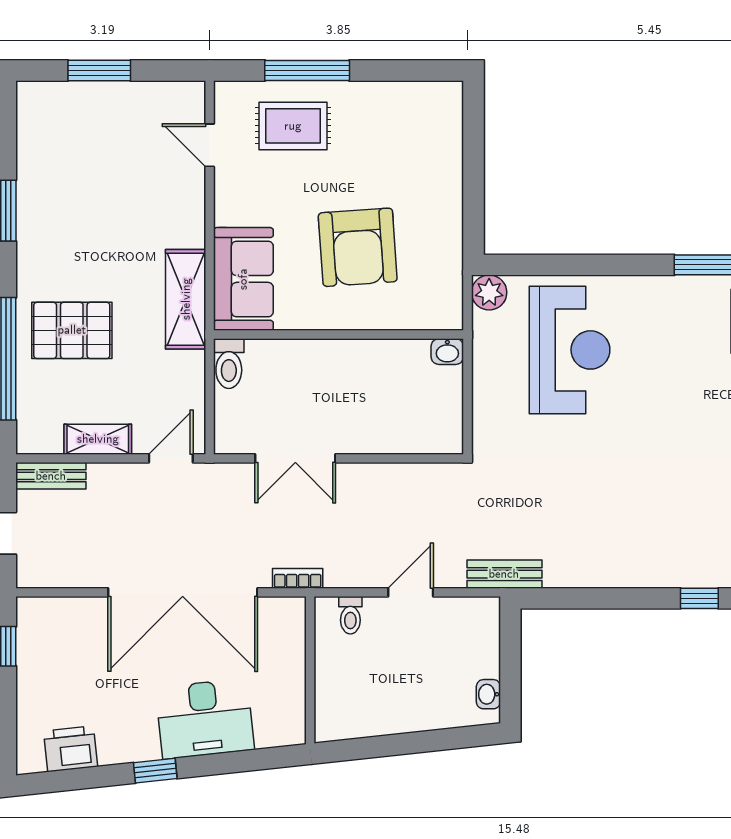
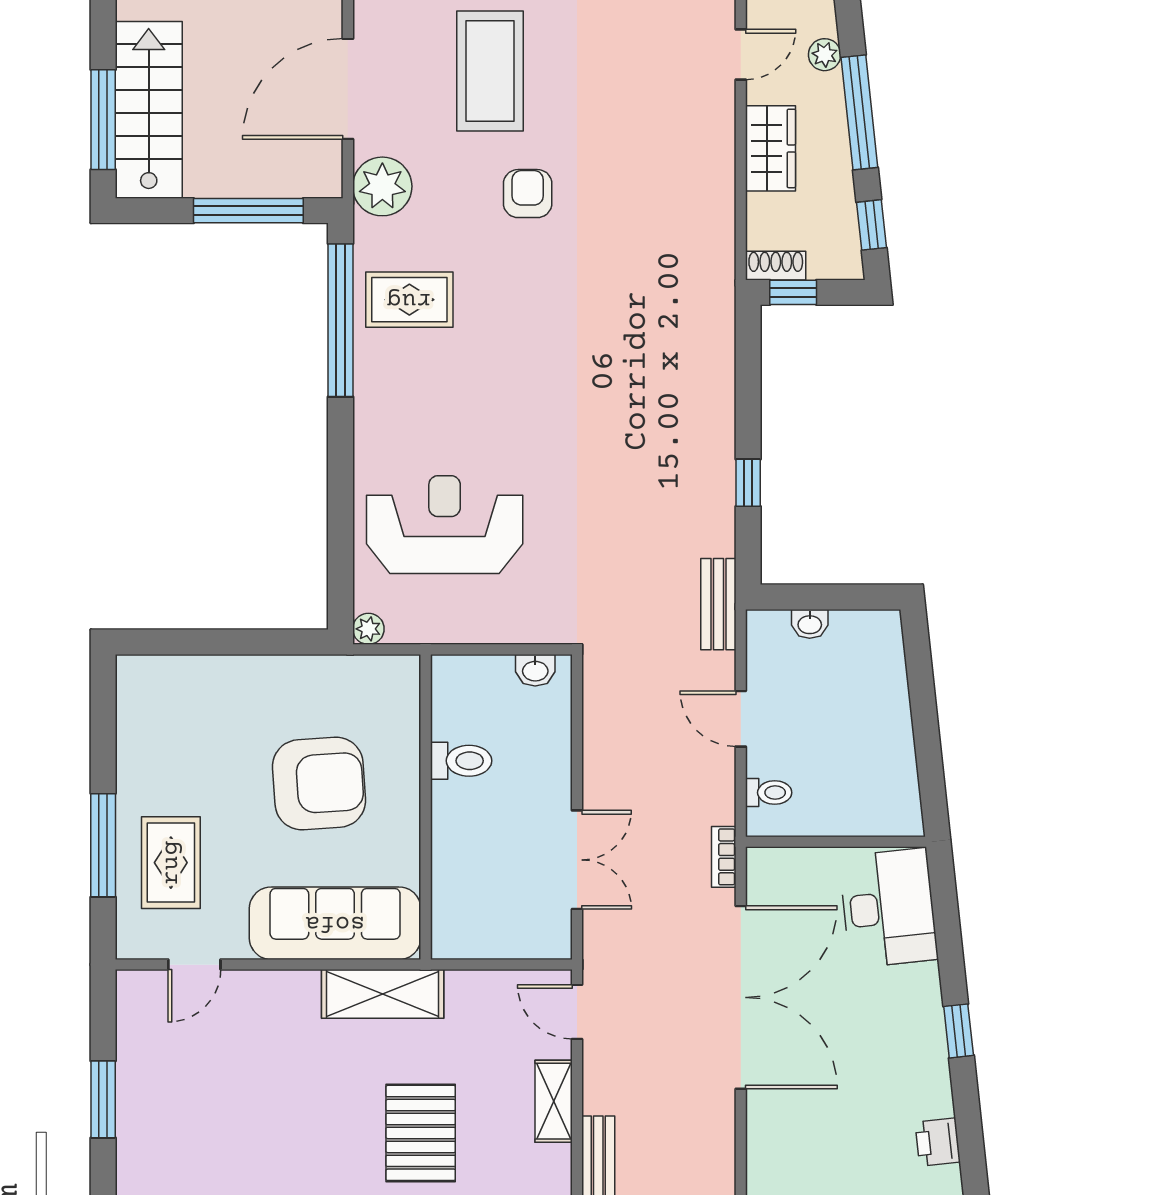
sofa: (243, 279) -> (335, 923), width x1.36
plant: (489, 292) -> (368, 629), width x0.73, depth x0.73
washbasin: (447, 352) -> (535, 670), moved, turned 90
toilet: (229, 364) -> (461, 761), moved
window: (699, 598) -> (748, 483), moved
washbasin: (488, 694) -> (810, 624), moved
desk: (205, 719) -> (888, 908), moved
printer: (71, 749) -> (938, 1142), width x0.73, depth x0.81

